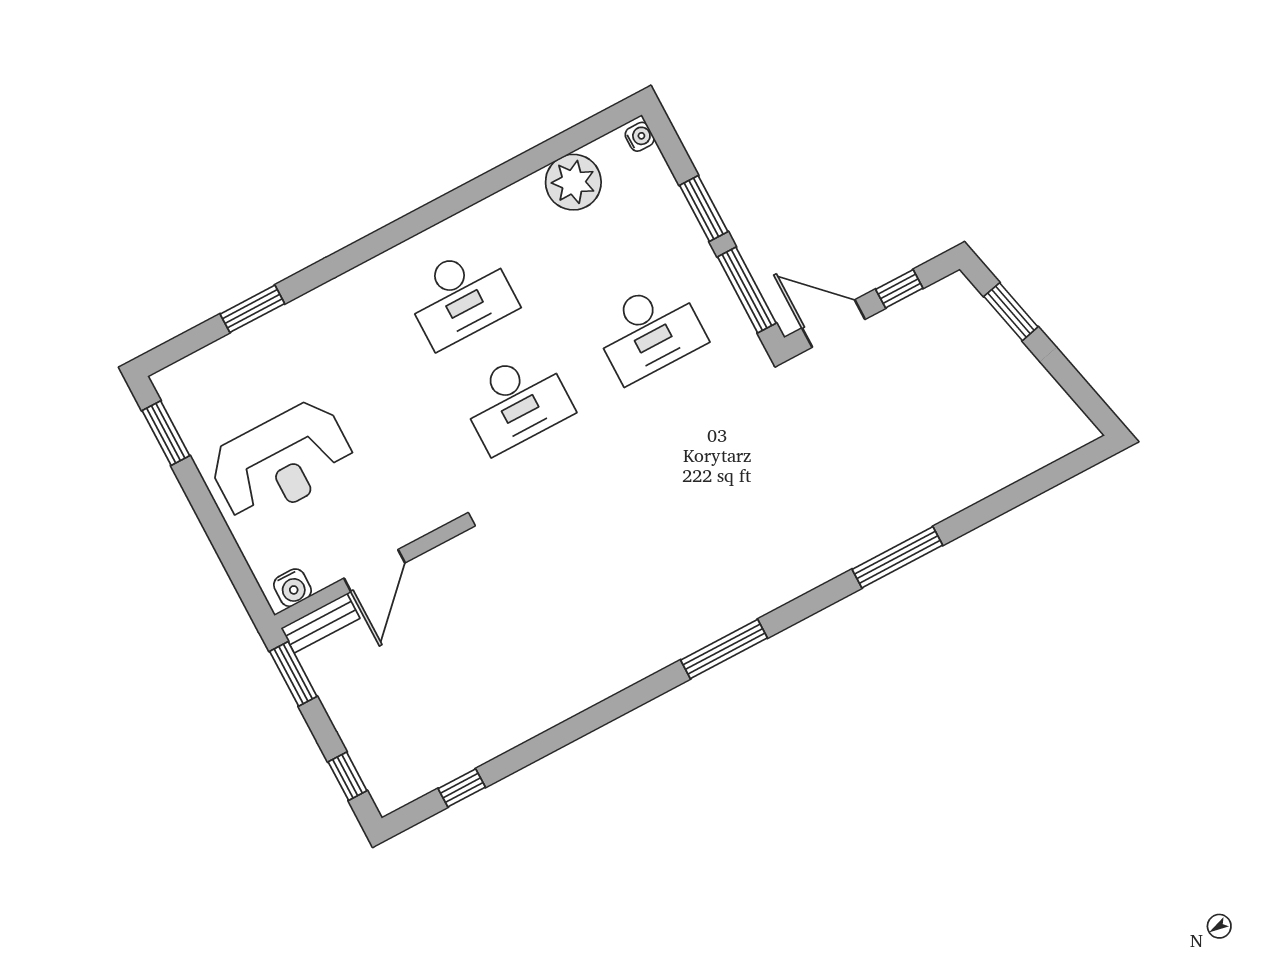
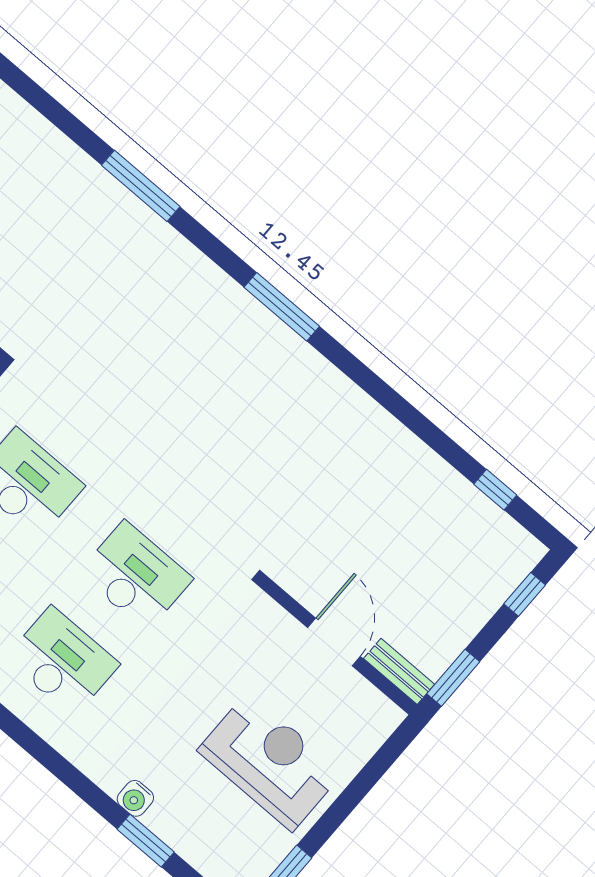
door: (374, 571) -> (334, 642), hinge flipped
water cooler: (293, 588) -> (135, 798), moved, turned 180

